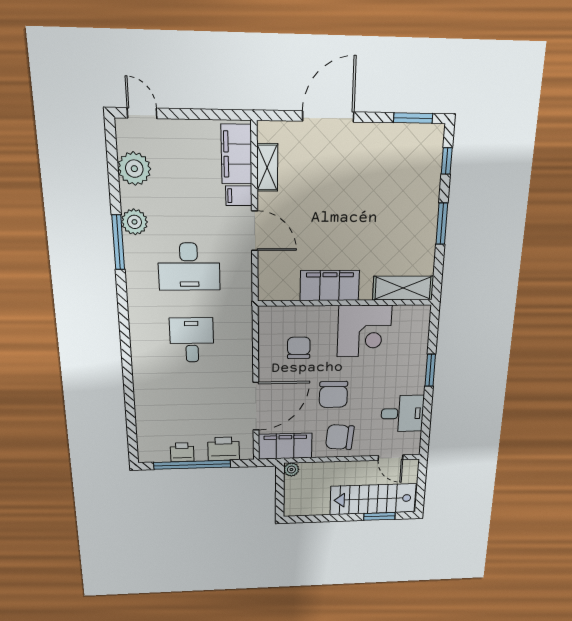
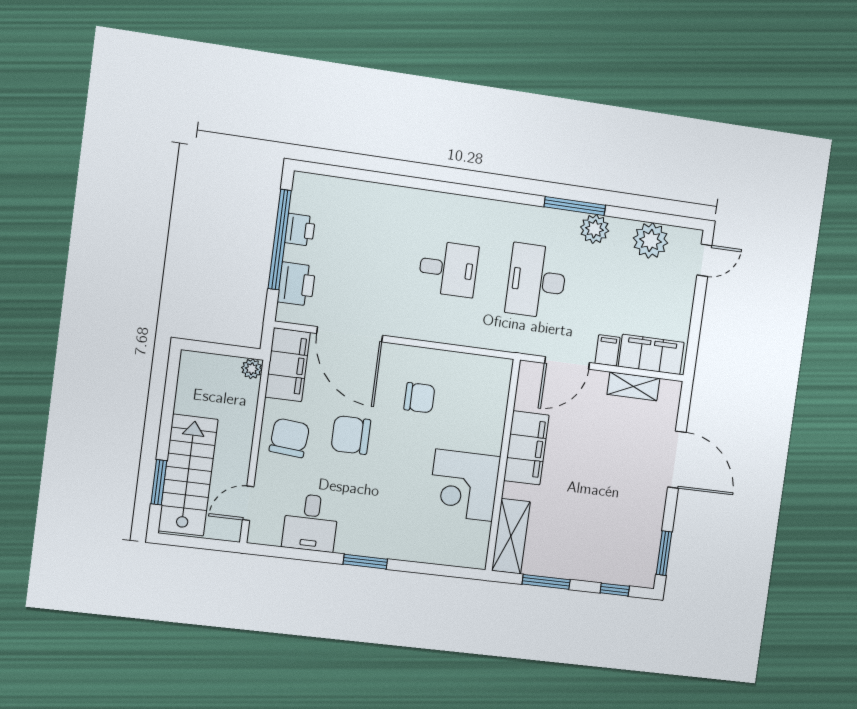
filing cabinet: (330, 285) -> (526, 448), moved
shelving: (403, 288) -> (511, 536), moved
wall: (346, 303) -> (503, 465), moved
corner desk: (364, 331) -> (464, 485), moved

